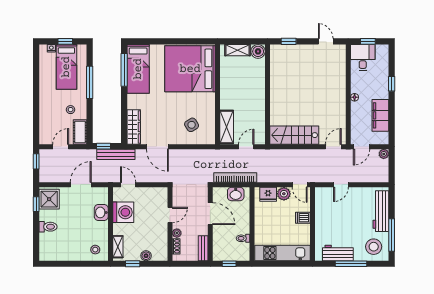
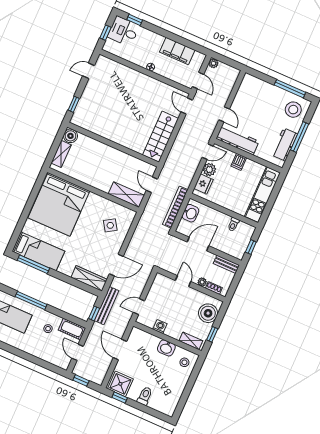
desk: (363, 58) -> (123, 31), moved
window: (392, 84) -> (135, 20), moved
workbench: (381, 211) -> (238, 140), moved, turned 180
washbasin: (101, 212) -> (166, 348), moved
washing machine: (123, 212) -> (160, 327), width x0.53, depth x0.53
boiler: (146, 256) -> (208, 313), width x1.86, depth x1.86

